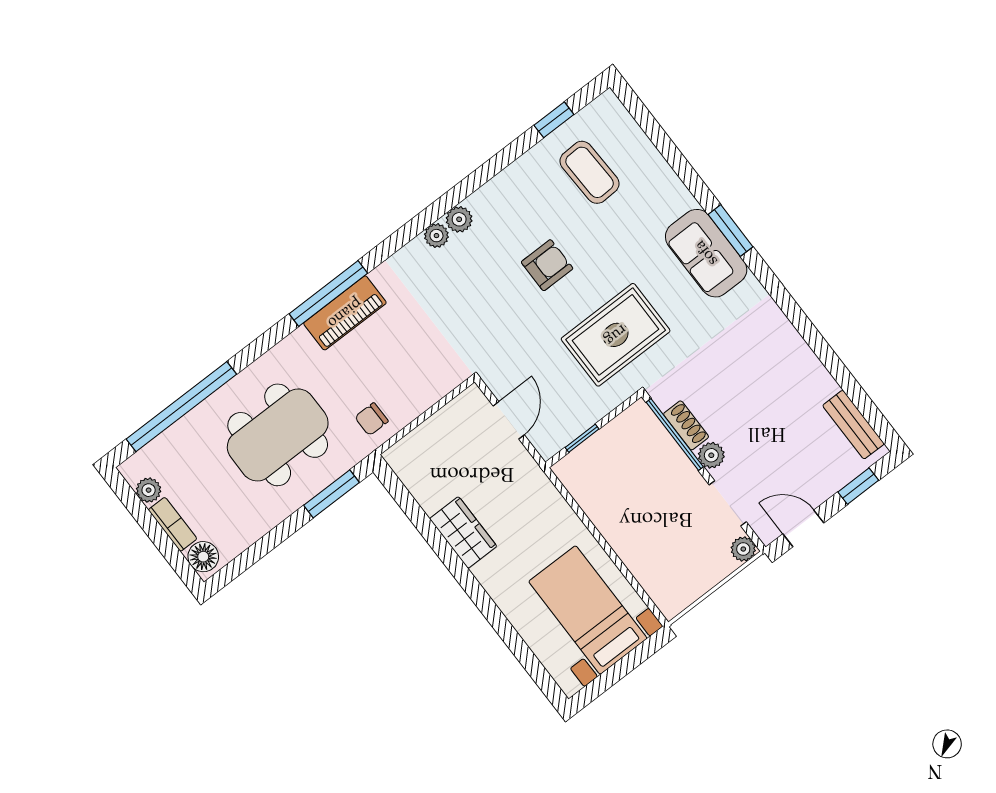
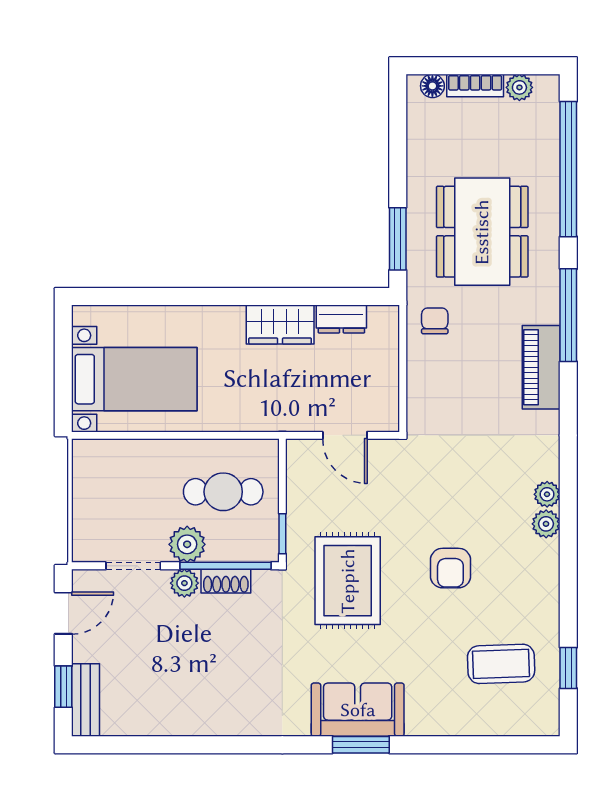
window: (328, 293) -> (568, 315), moved
bench: (853, 425) -> (86, 700), moved, turned 90
window: (582, 438) -> (282, 534), moved
cafe table: (621, 479) -> (223, 492), added
dresser: (424, 490) -> (341, 319), added
plant: (743, 549) -> (187, 544), moved, width x1.38, depth x1.38
floor lamp: (203, 557) -> (432, 86), width x0.73, depth x0.73

